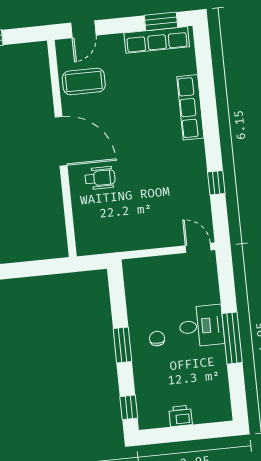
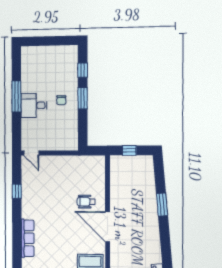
window: (39, 268) -> (129, 150), added
window: (129, 407) -> (83, 70), moved
printer: (181, 416) -> (52, 52), removed

